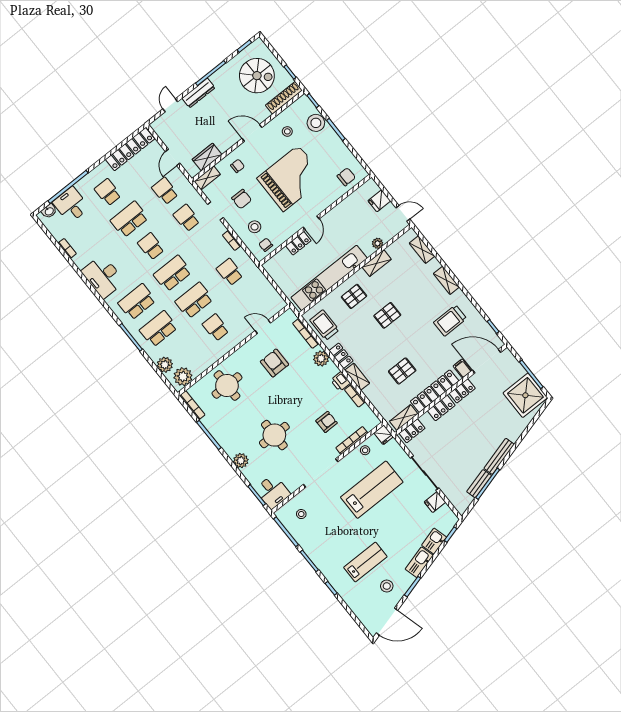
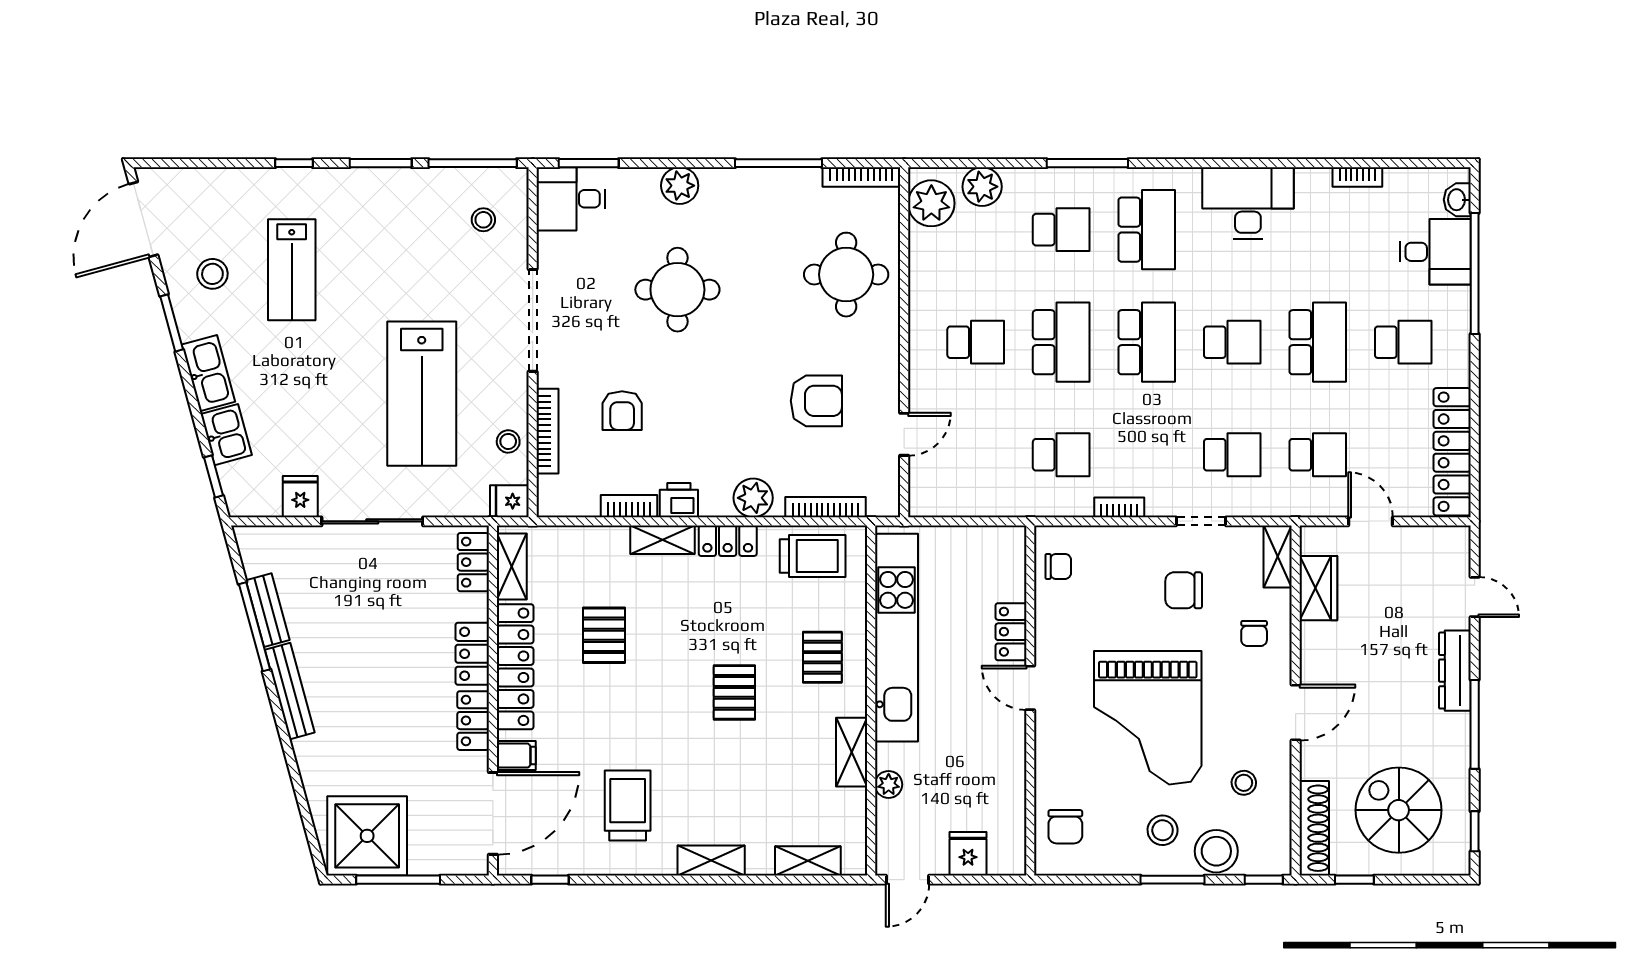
spiral stairs: (257, 76) -> (1399, 810), turned 90
stool: (255, 227) -> (1163, 830), moved
school desk: (159, 329) -> (1061, 230), width x0.54

